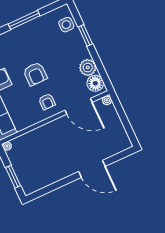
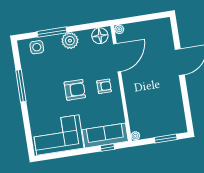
window: (85, 35) -> (52, 32), width x1.44
plant: (88, 67) -> (70, 41), moved

